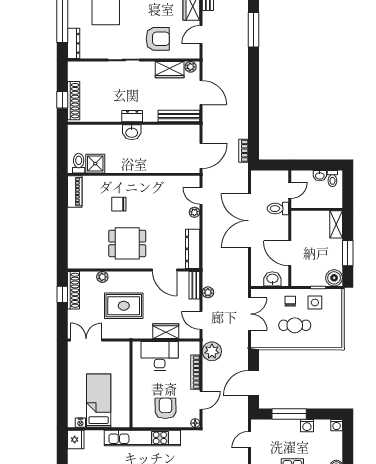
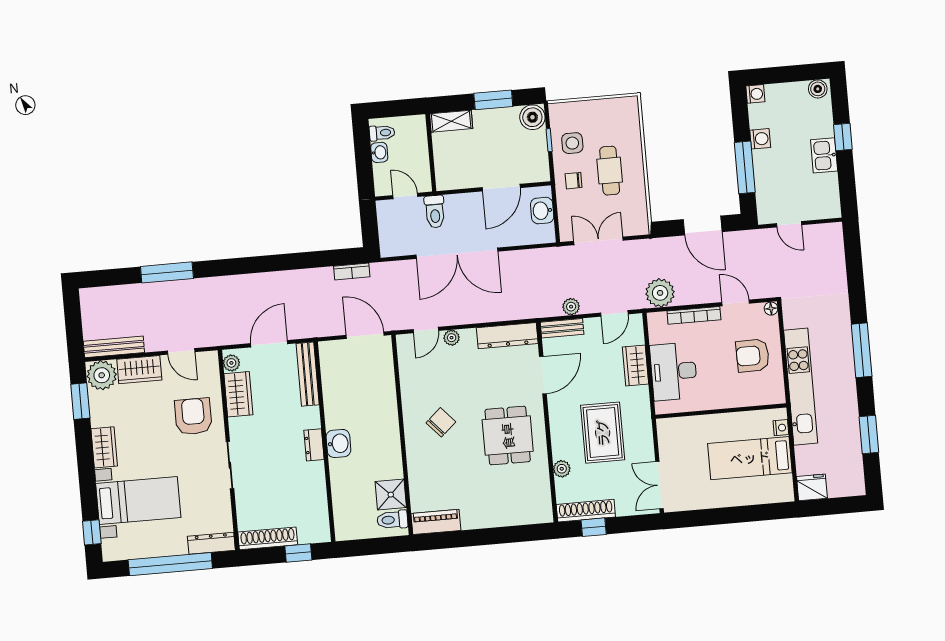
shoe rack: (74, 101) -> (268, 538), moved
chair: (119, 204) -> (441, 422), moved, turned -132
nightstand: (80, 423) -> (781, 428), moved

